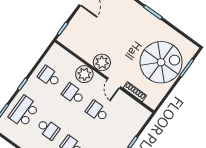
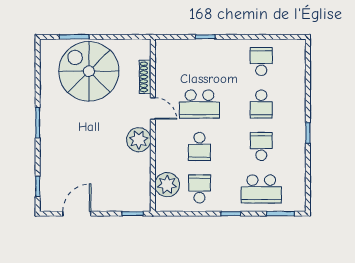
plant: (84, 74) -> (167, 185), moved
school desk: (49, 77) -> (199, 189), turned 180
door: (114, 83) -> (153, 109), hinge flipped
school desk: (97, 111) -> (199, 104), width x1.85

